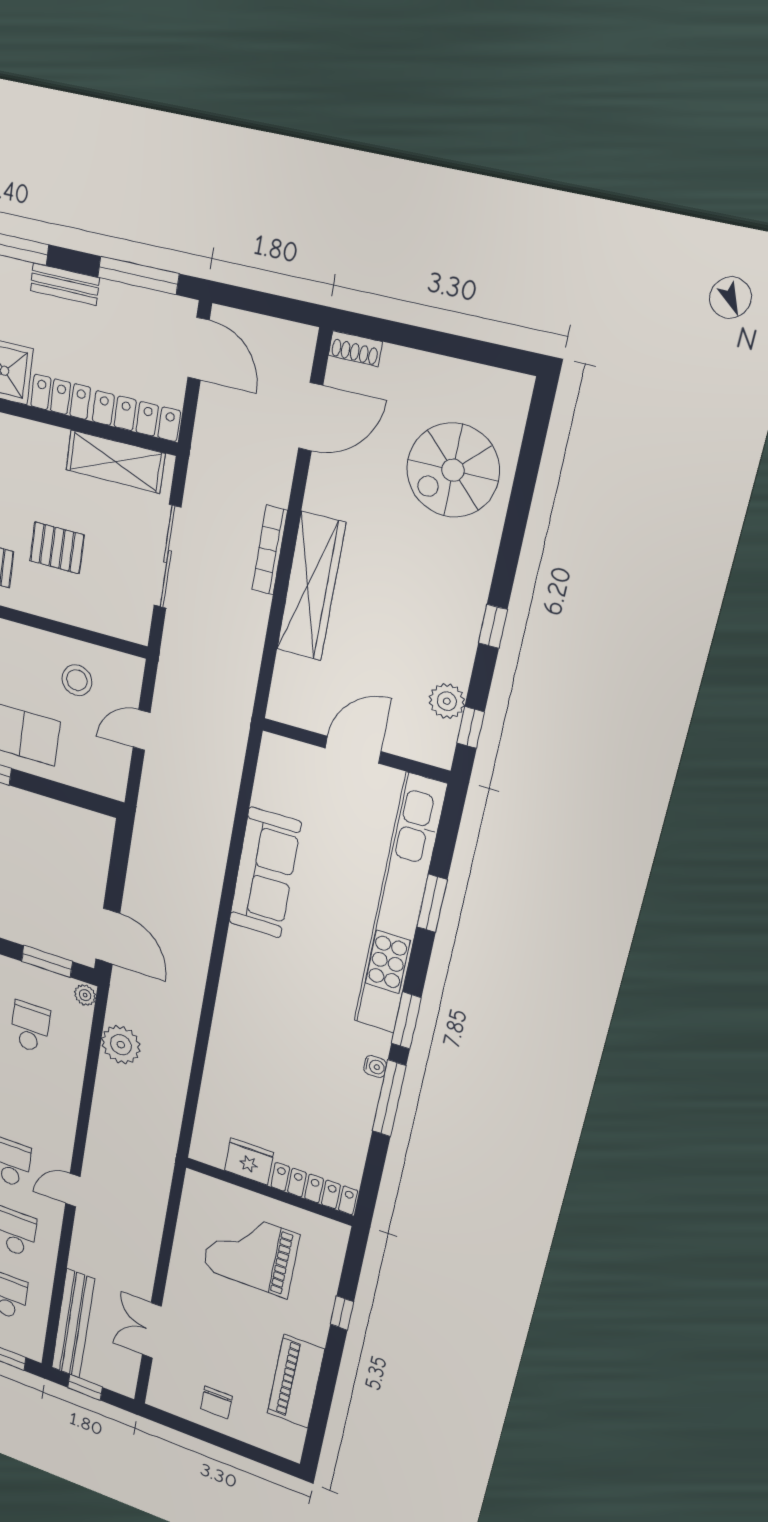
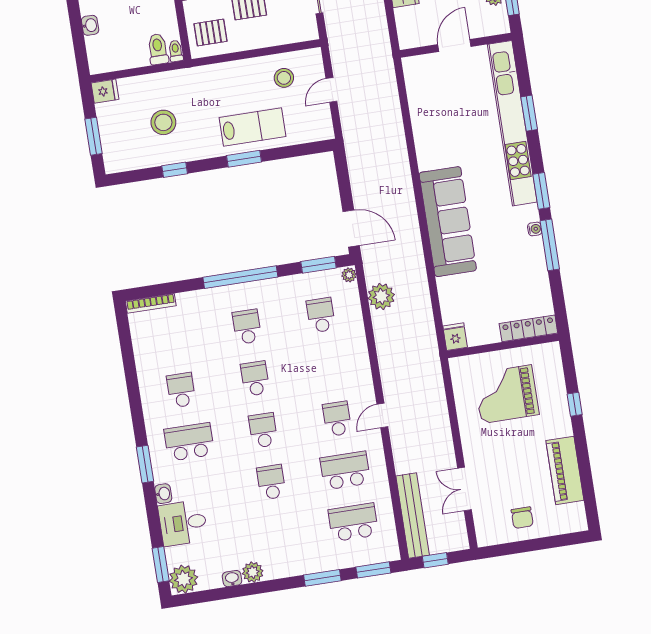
sofa: (265, 873) -> (448, 222), moved, width x1.36, depth x1.27
fridge: (249, 1161) -> (455, 337), moved, width x0.72

